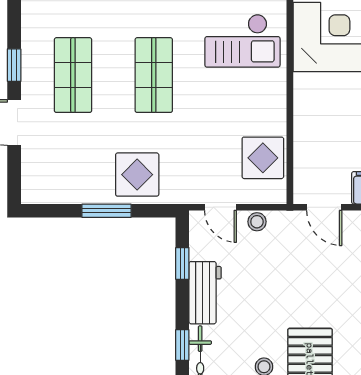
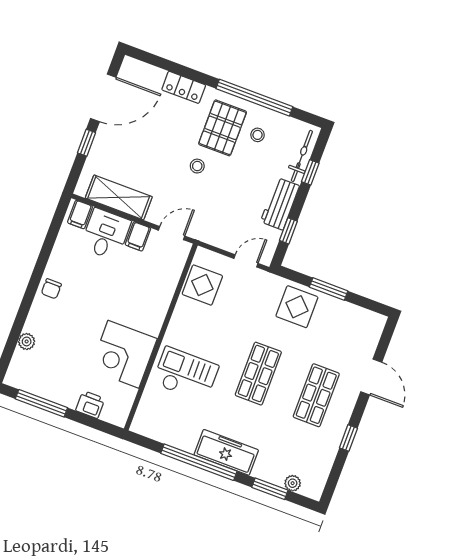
window: (14, 65) -> (348, 438), moved
door: (221, 207) -> (246, 261), hinge flipped
door: (324, 207) -> (172, 233), hinge flipped
stool: (257, 222) -> (197, 166), moved

